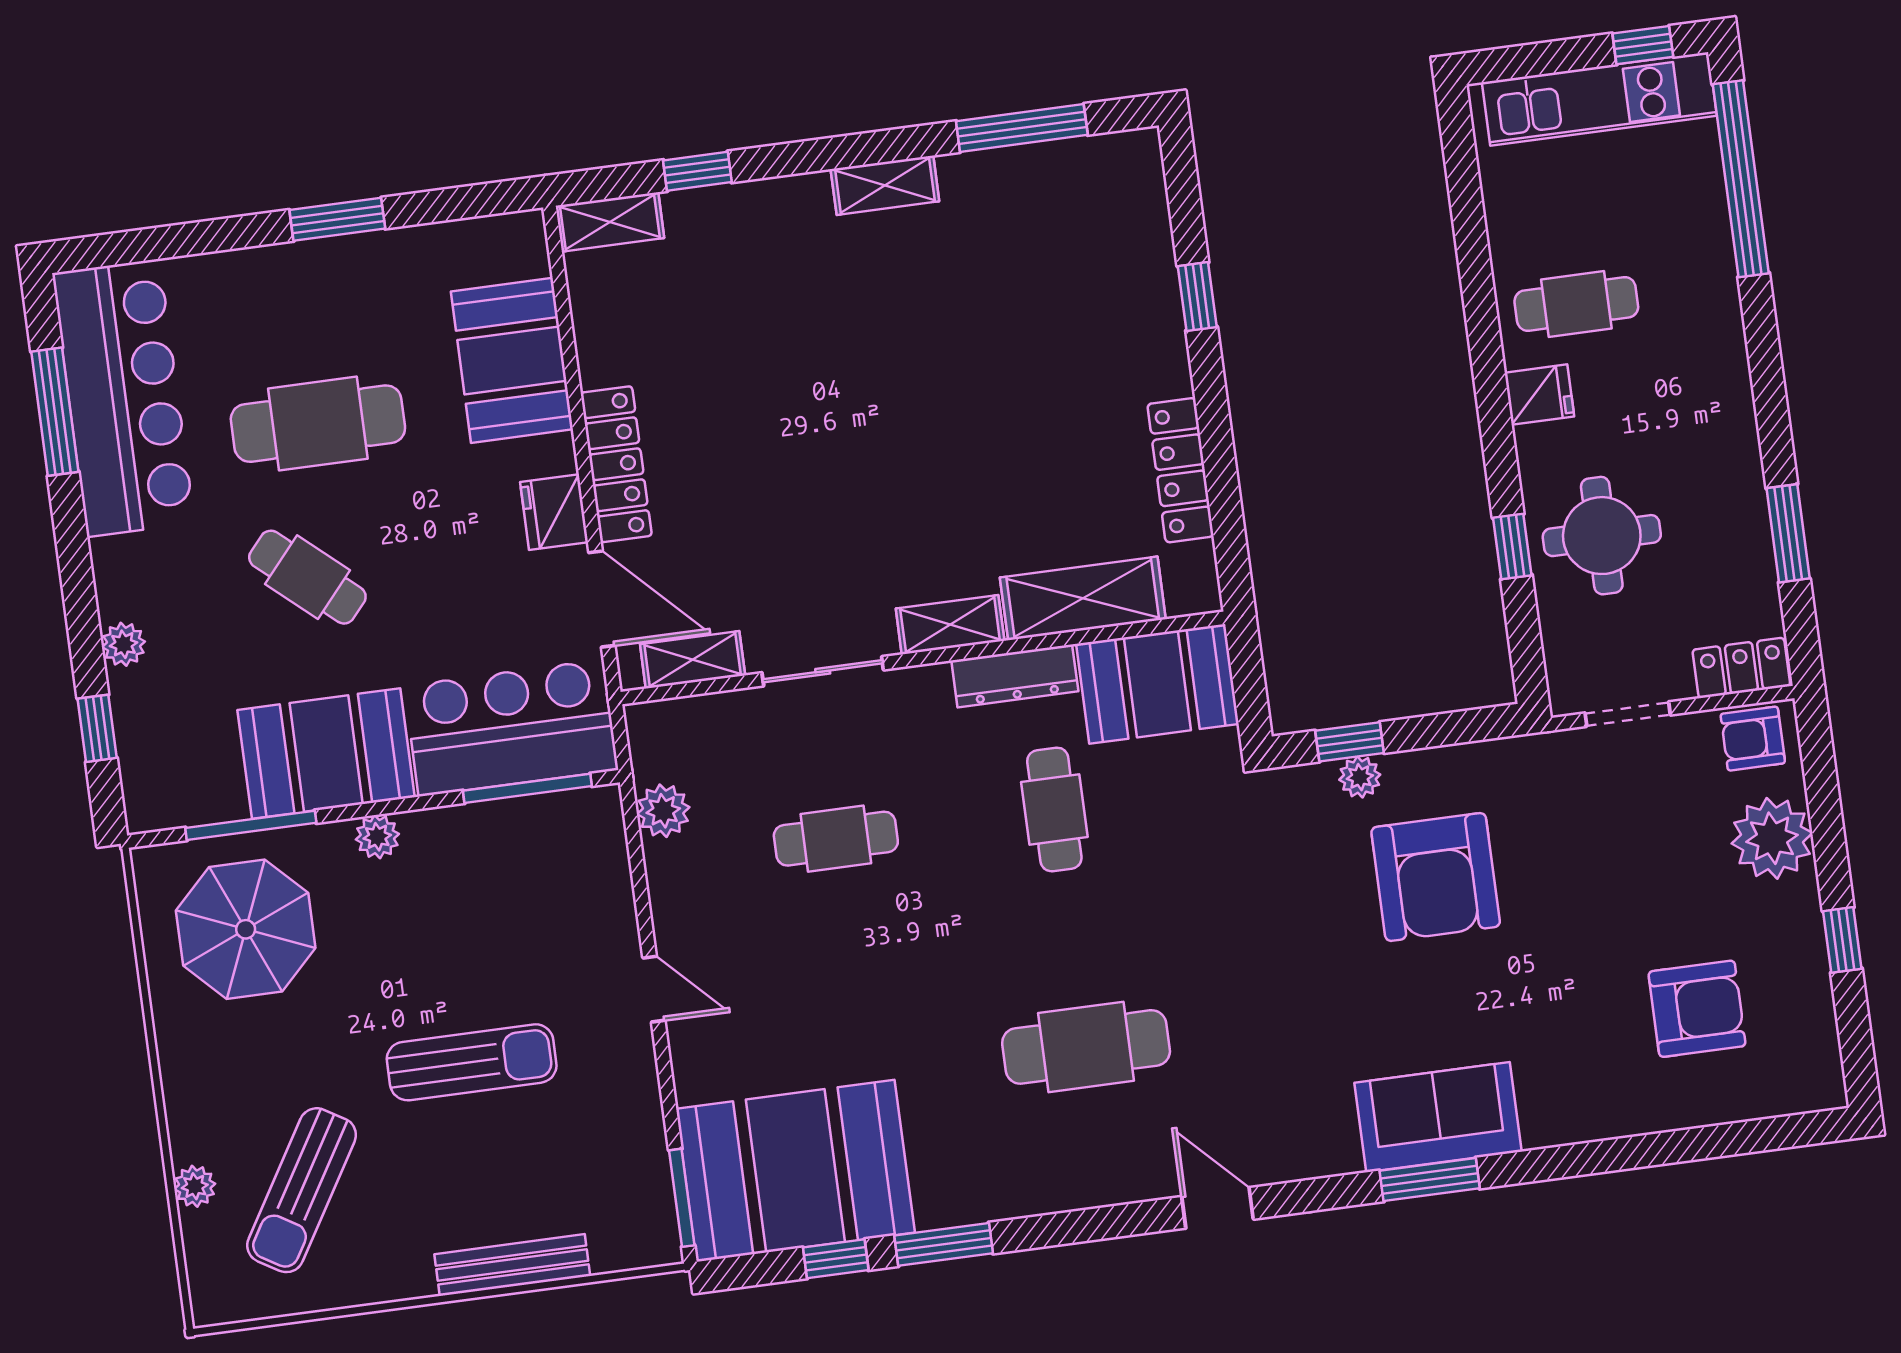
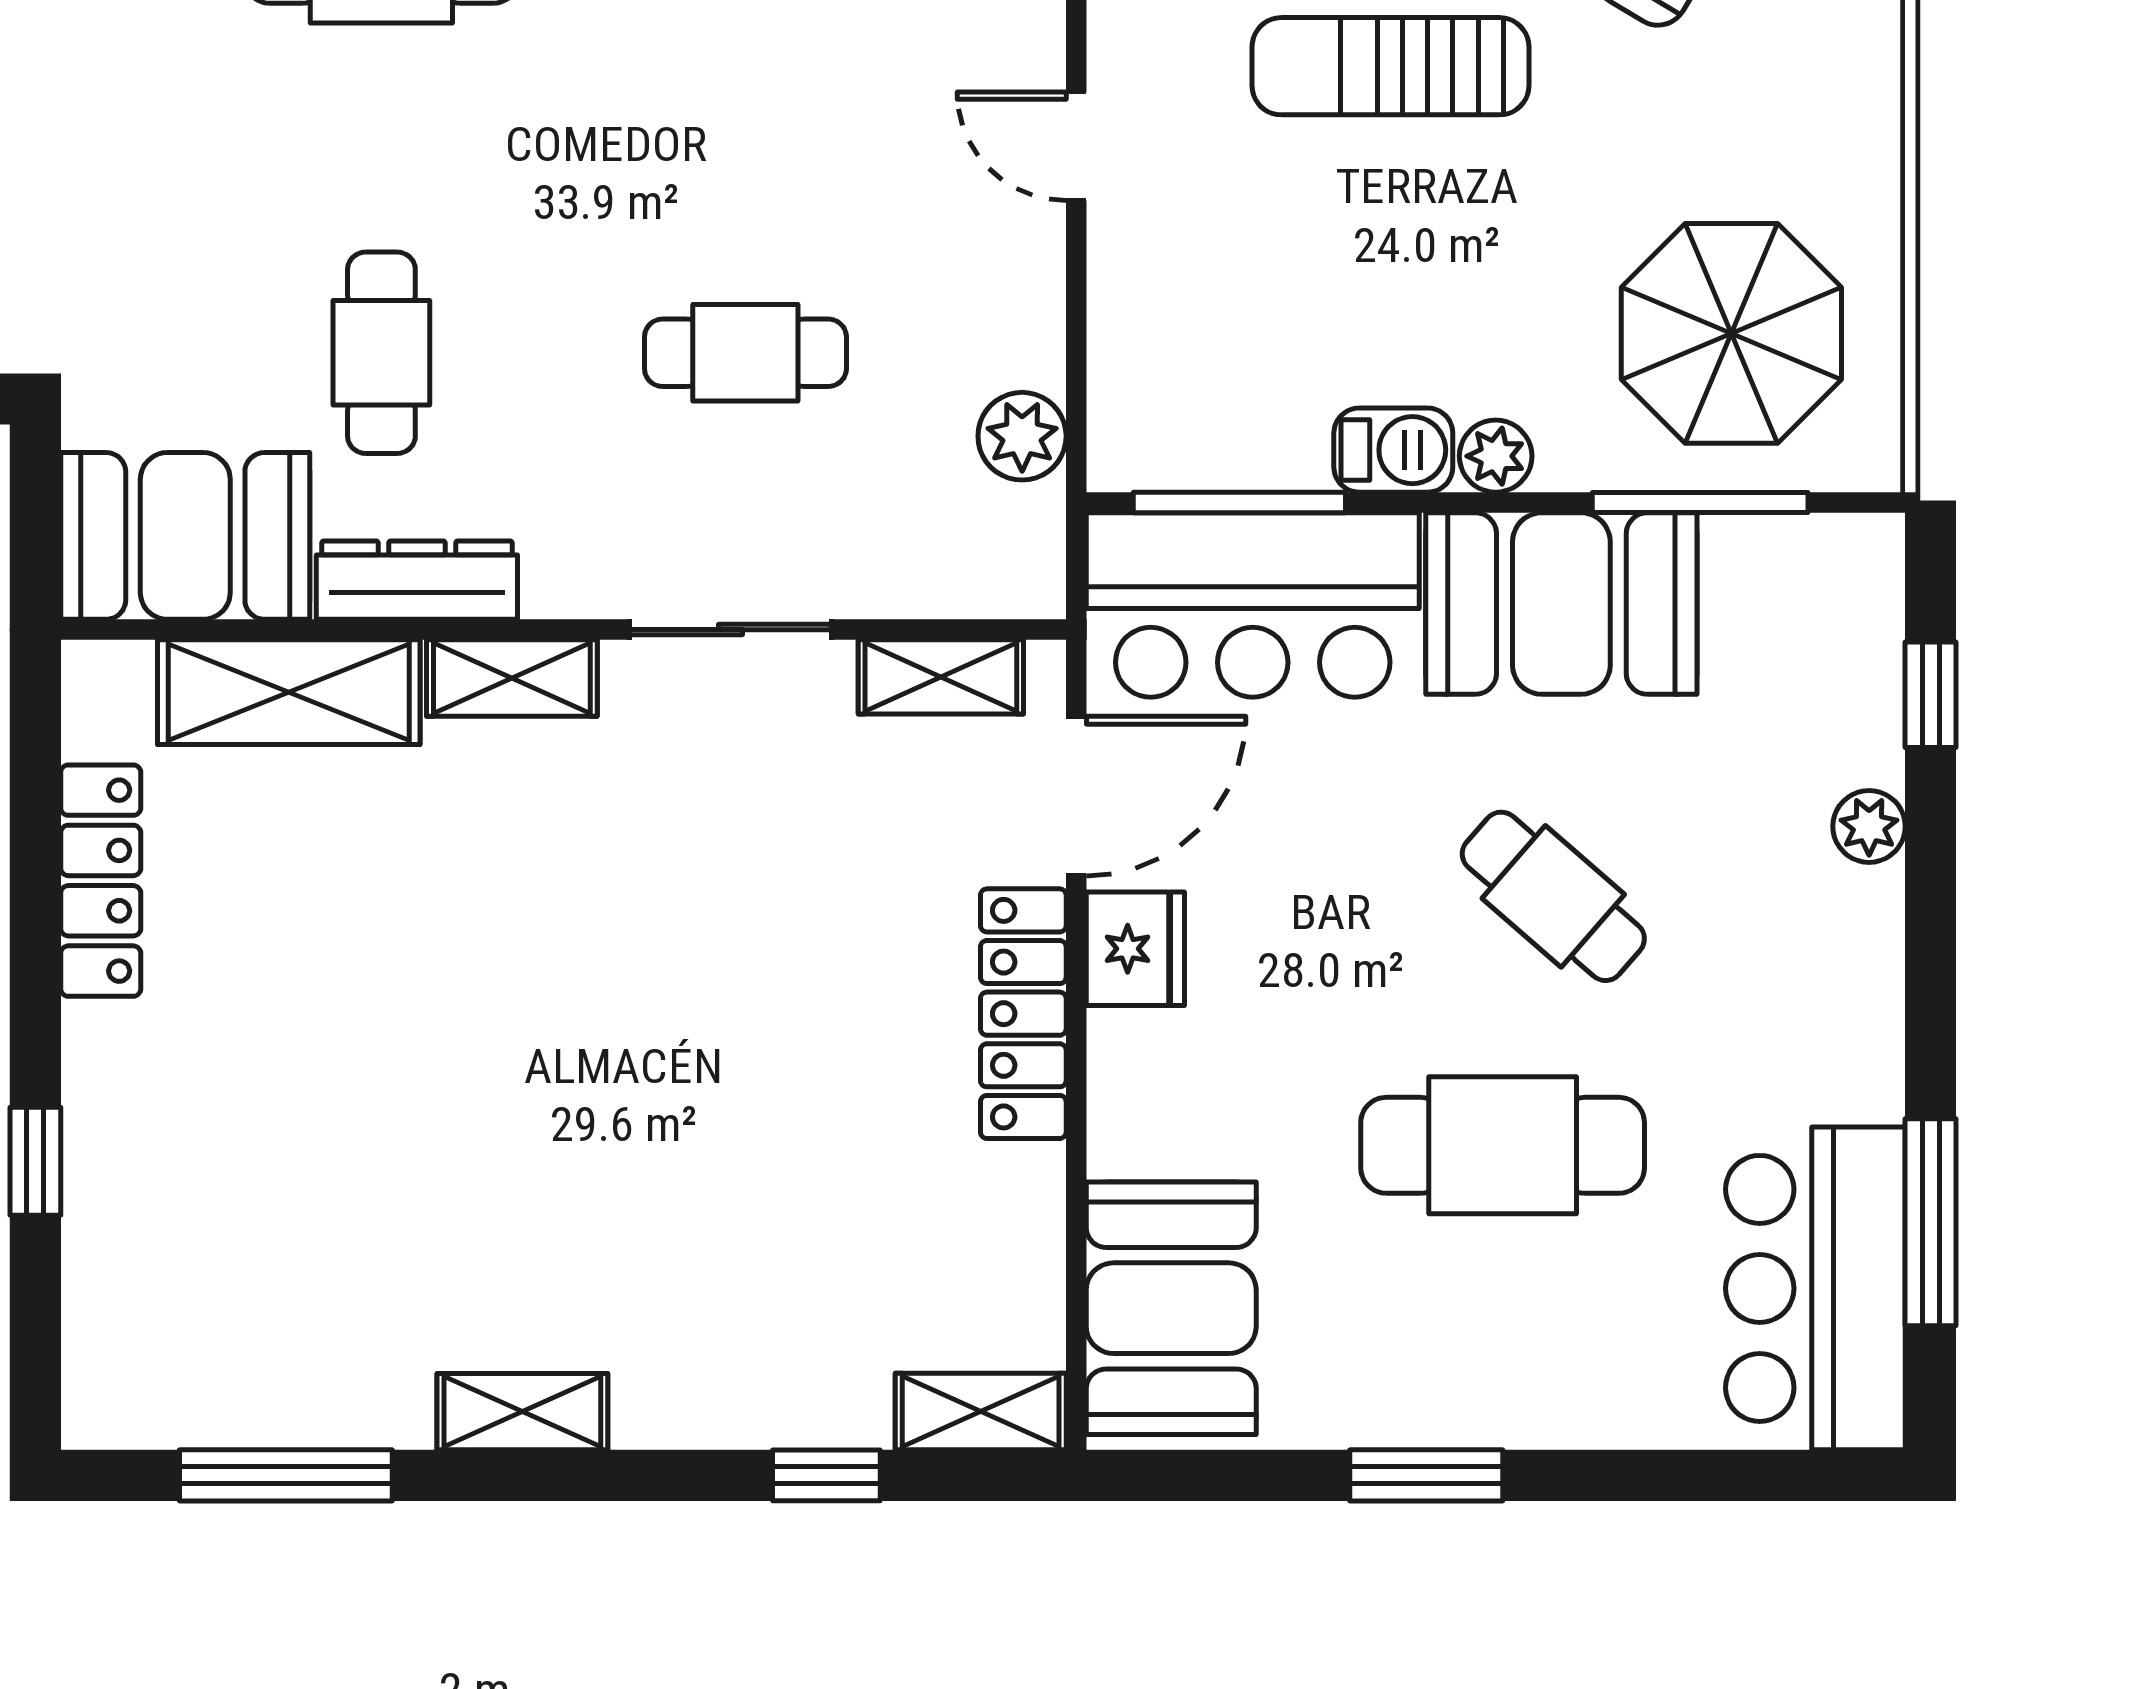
booth: (512, 360) -> (1171, 1308), moved
bar counter: (123, 398) -> (1815, 1288), width x0.73
door: (602, 599) -> (1076, 796), swing flipped
barbecue: (439, 832) -> (1393, 450), added

